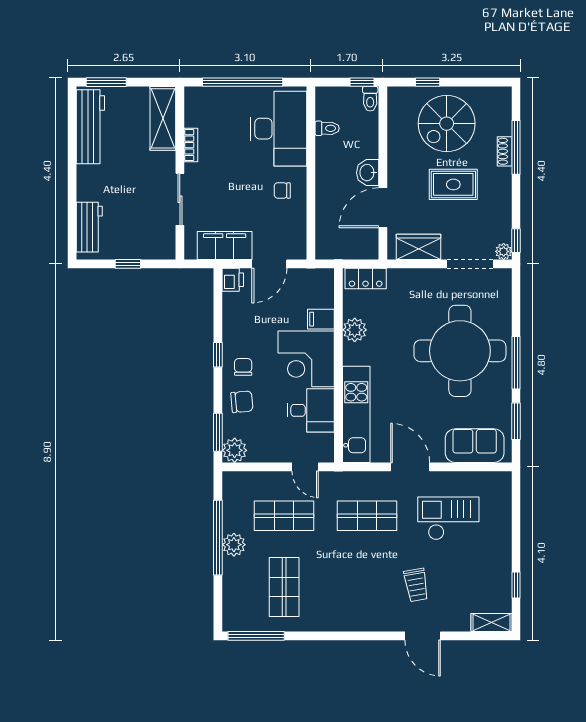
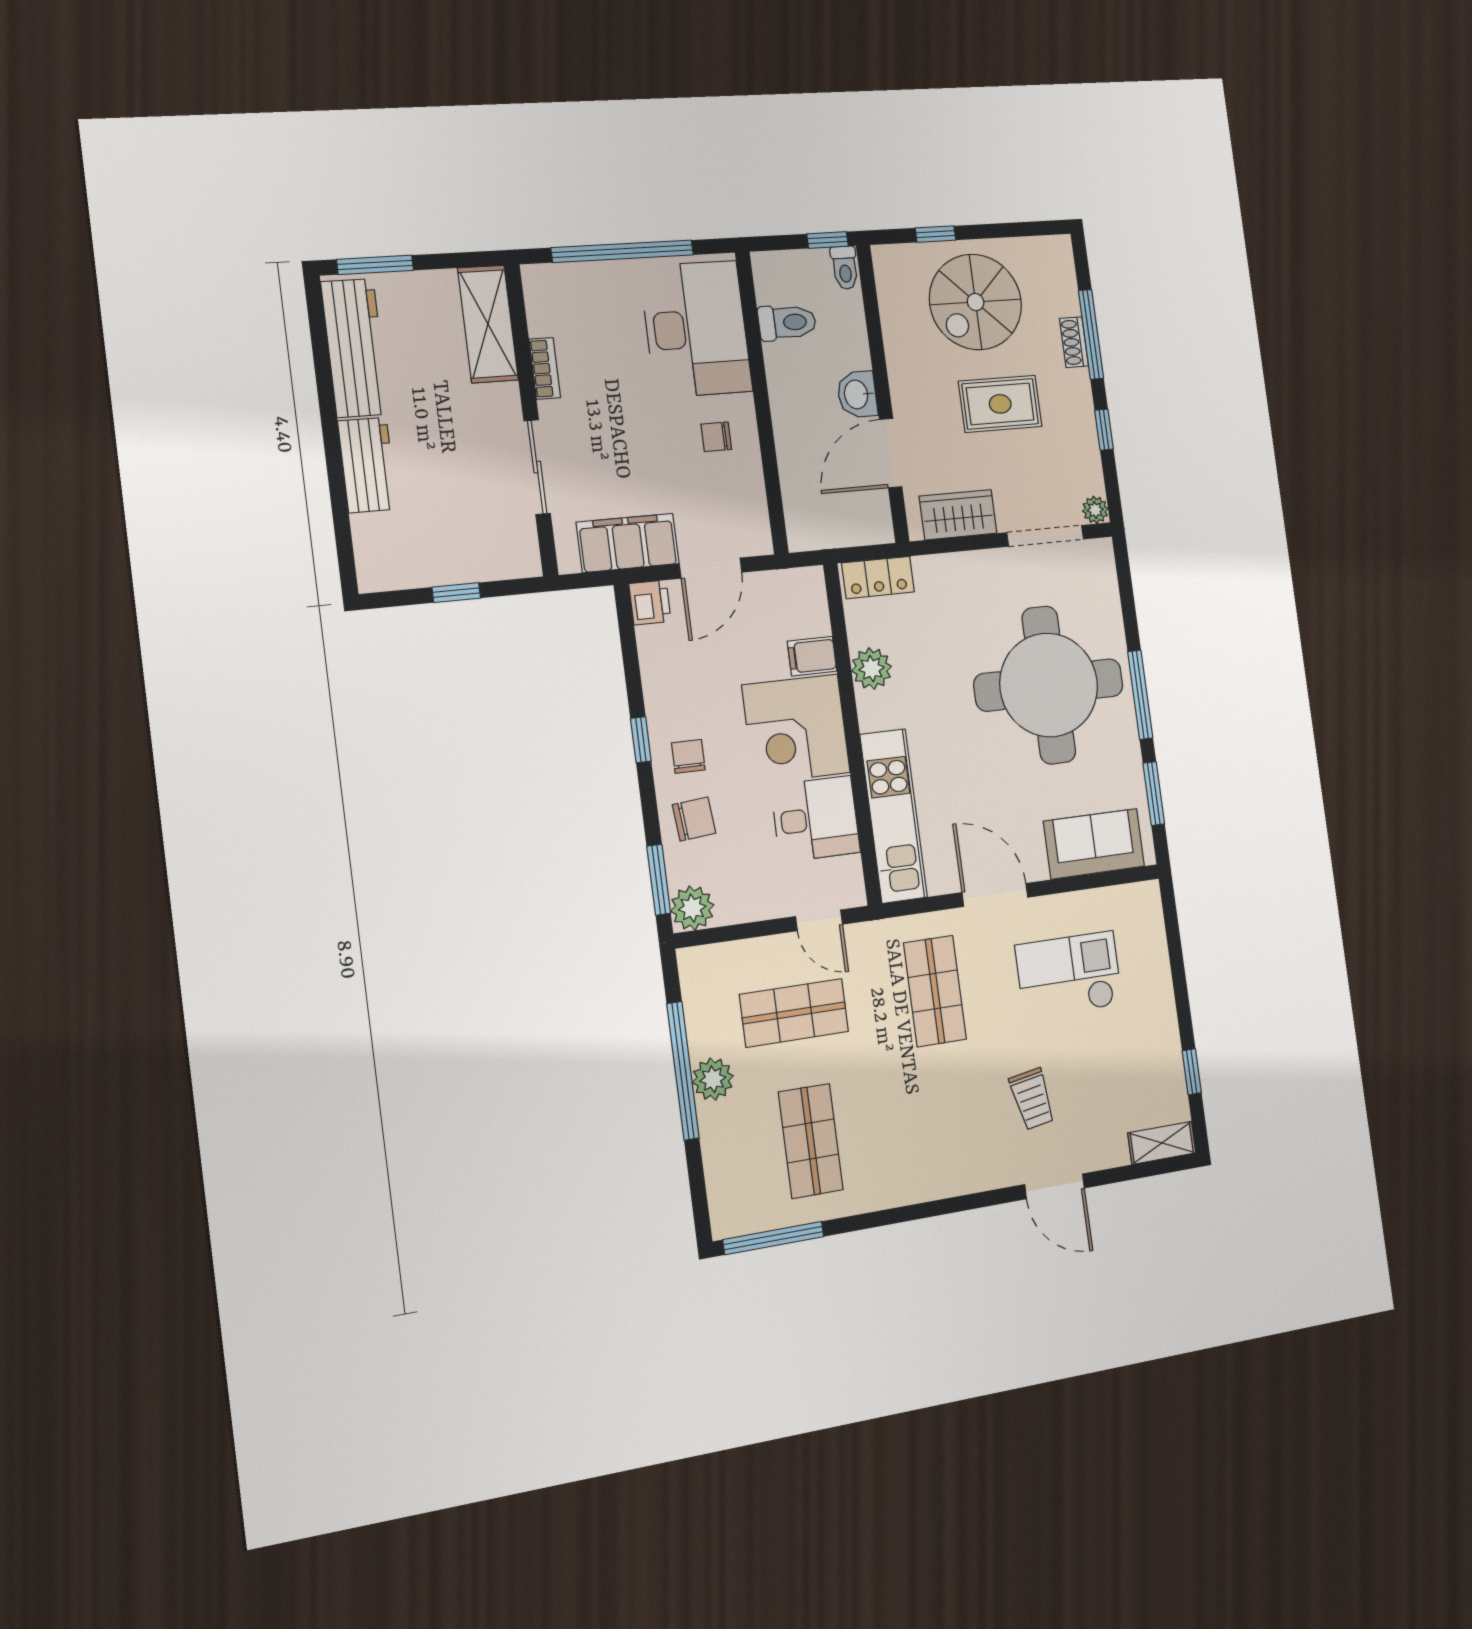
toilet: (327, 128) -> (787, 322), width x1.37, depth x1.39
workbench: (89, 227) -> (367, 465), moved
window: (516, 241) -> (1104, 430), moved
shop shelf: (367, 516) -> (935, 991), turned 90

